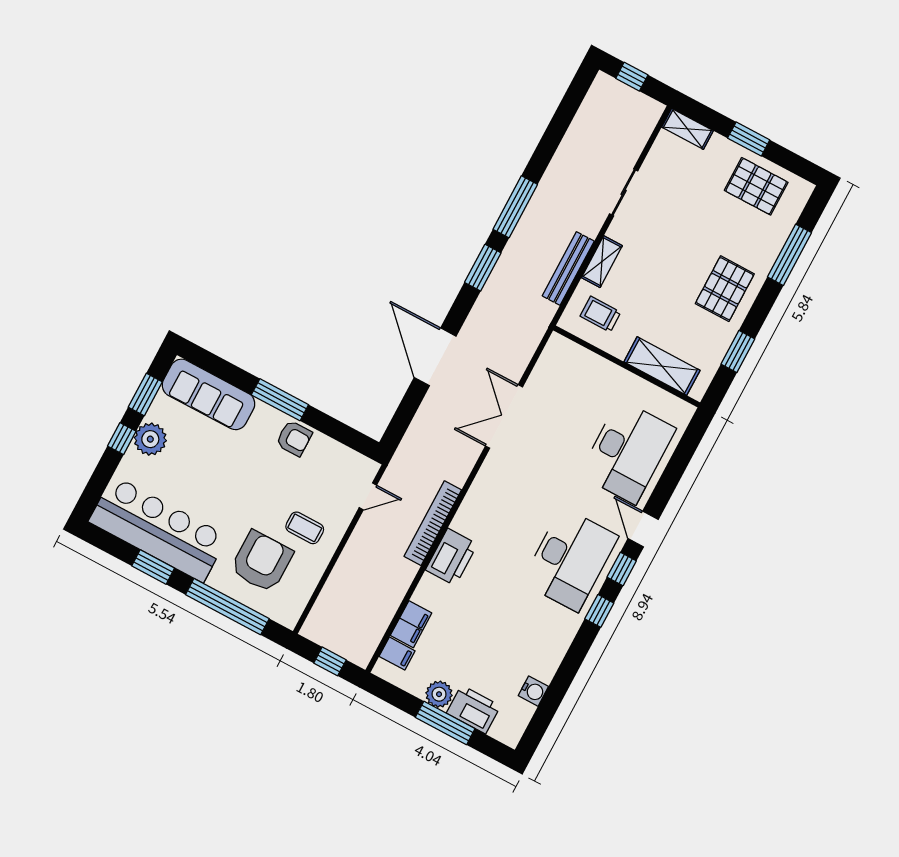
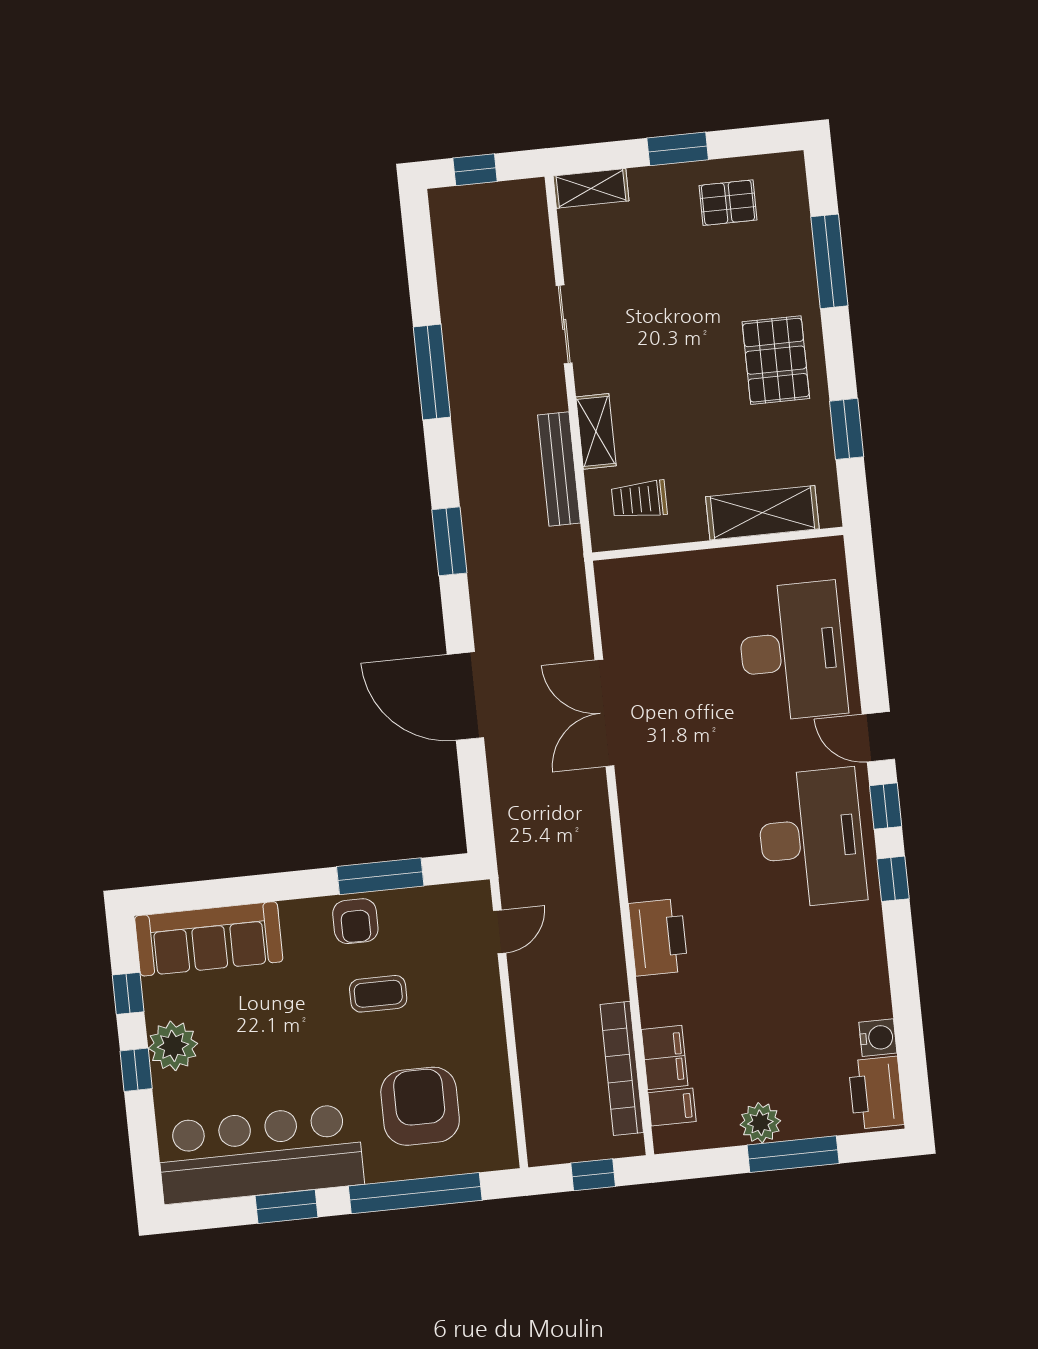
pallet: (756, 186) -> (728, 203), width x0.67, depth x0.71
window: (515, 207) -> (432, 372), moved
window: (145, 395) -> (128, 993), width x0.67
window: (280, 400) -> (380, 876), moved
armchair: (294, 438) -> (355, 921), turned 90
bookcase: (433, 523) -> (622, 1068), moved
coffee table: (305, 528) -> (378, 994), moved
printer: (474, 709) -> (876, 1093), moved, turned -90

